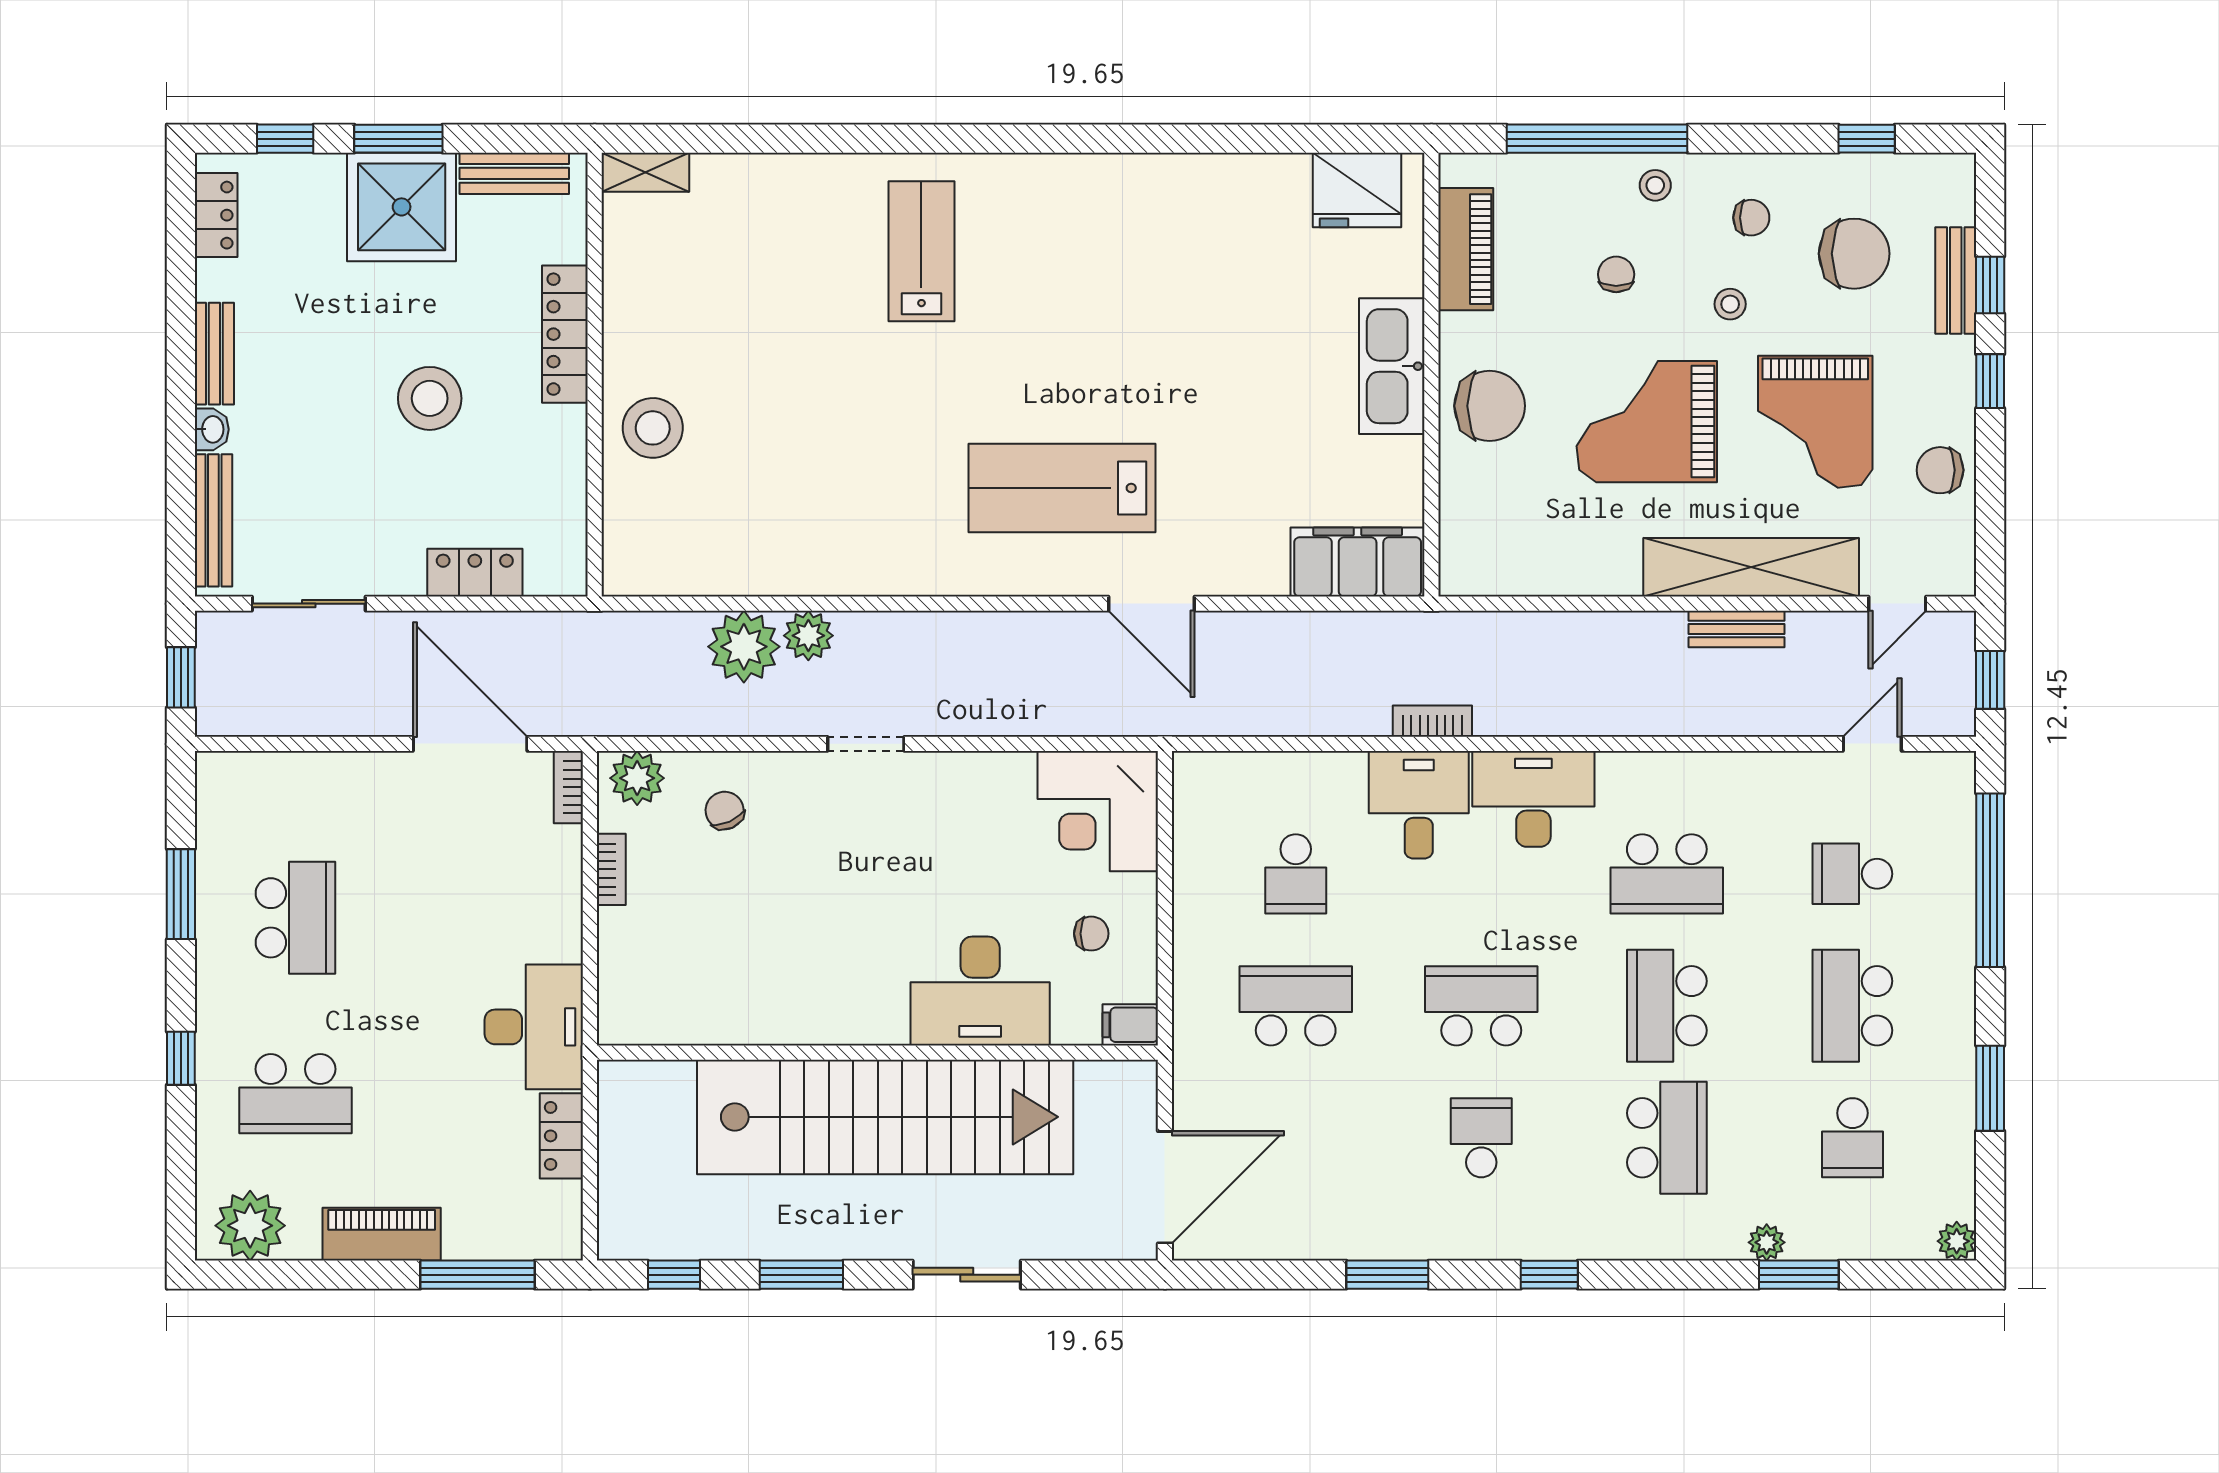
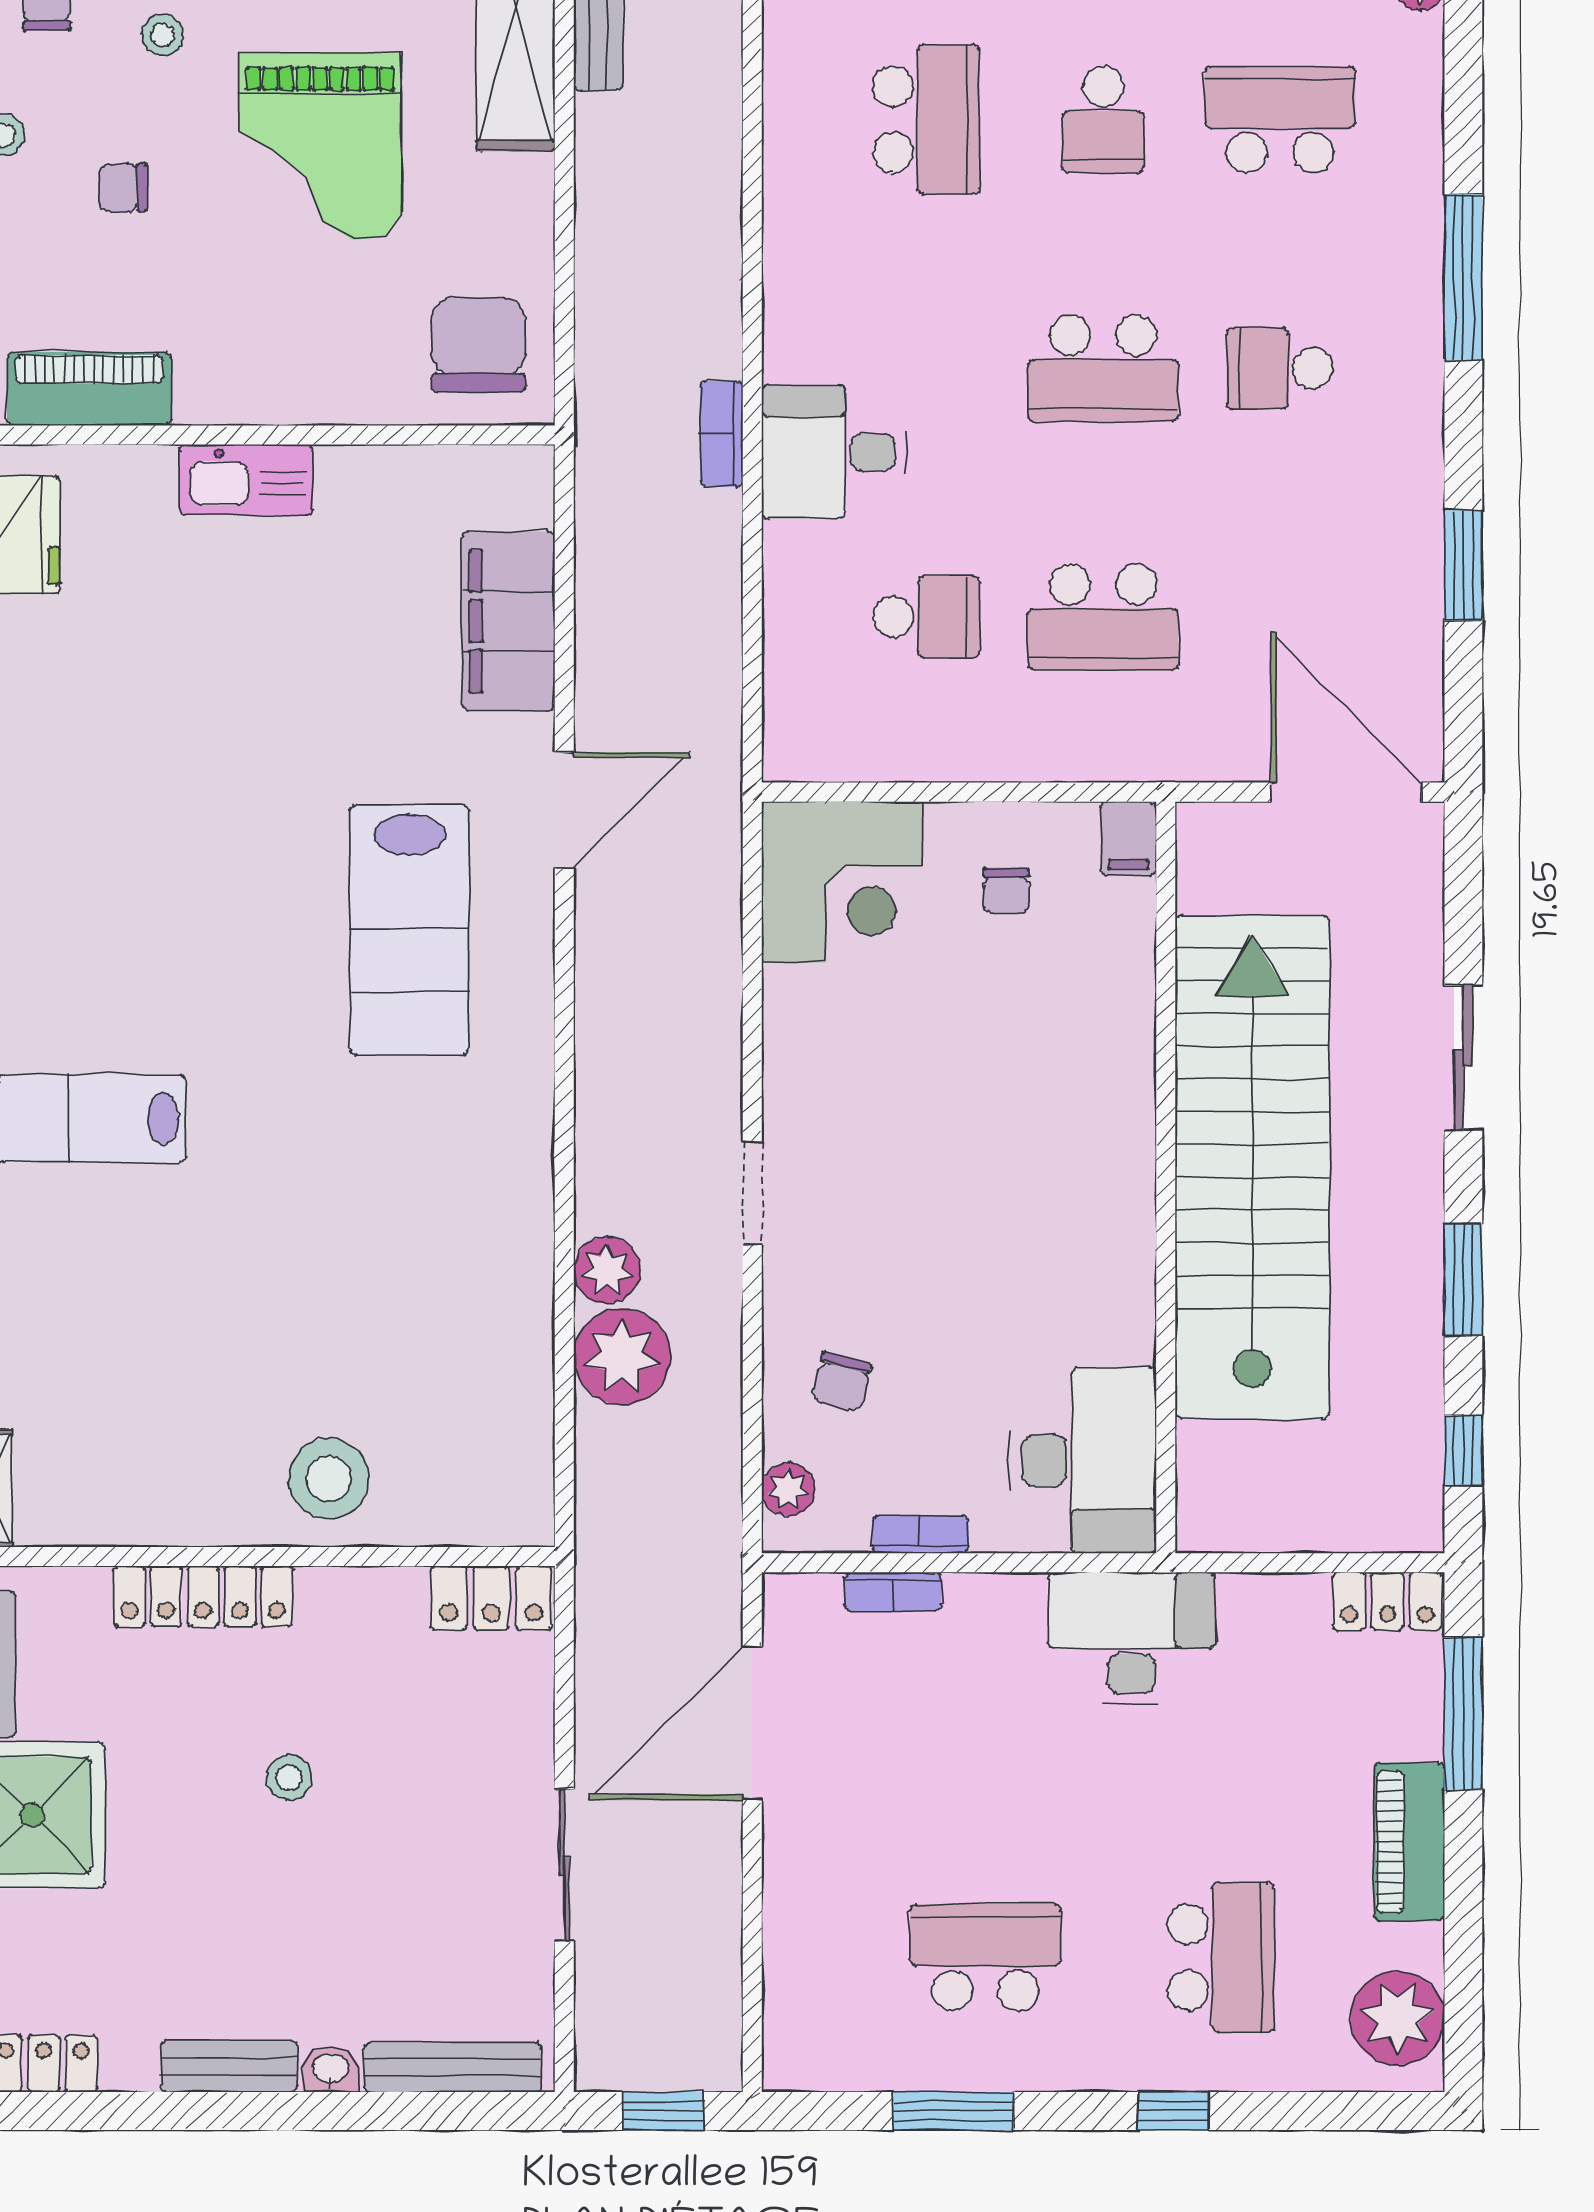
kitchen sink: (1392, 366) -> (246, 480), width x0.73, depth x0.81
stool: (430, 398) -> (289, 1778), width x0.53, depth x0.53
chair: (1490, 406) -> (478, 345), moved
filing cabinet: (1358, 562) -> (508, 621), moved
locker: (475, 573) -> (491, 1598), moved, turned -90
sliding door: (309, 604) -> (564, 1865), moved
plant: (637, 778) -> (788, 1490), width x0.73, depth x0.73
bookcase: (568, 787) -> (893, 1592), moved
desk: (1533, 799) -> (826, 298), removed
chair: (725, 811) -> (842, 1382), turned -51
chair: (1091, 934) -> (1006, 891), turned 180
desk: (980, 991) -> (1083, 1460), moved
school desk: (1296, 1006) -> (1103, 617), turned -90
school desk: (1481, 1006) -> (1103, 368), turned -90
school desk: (1667, 1006) -> (1103, 120), width x0.54
locker: (561, 1136) -> (1387, 1601), moved
window: (1387, 1275) -> (1463, 565), moved
window: (1549, 1275) -> (1463, 277), width x2.17

